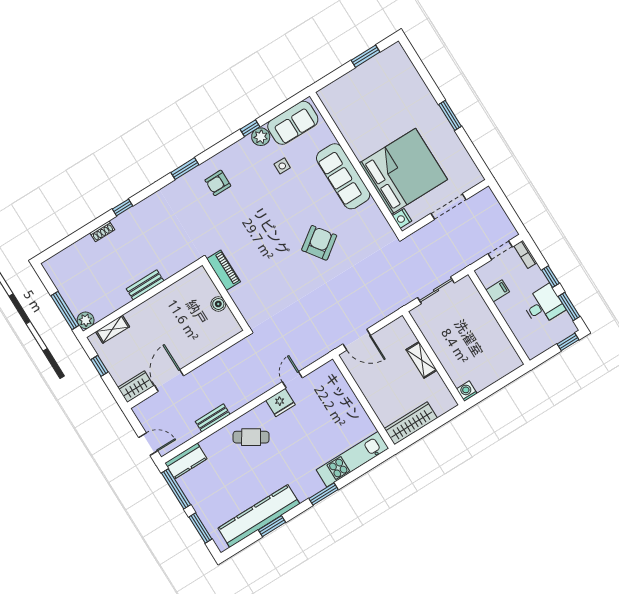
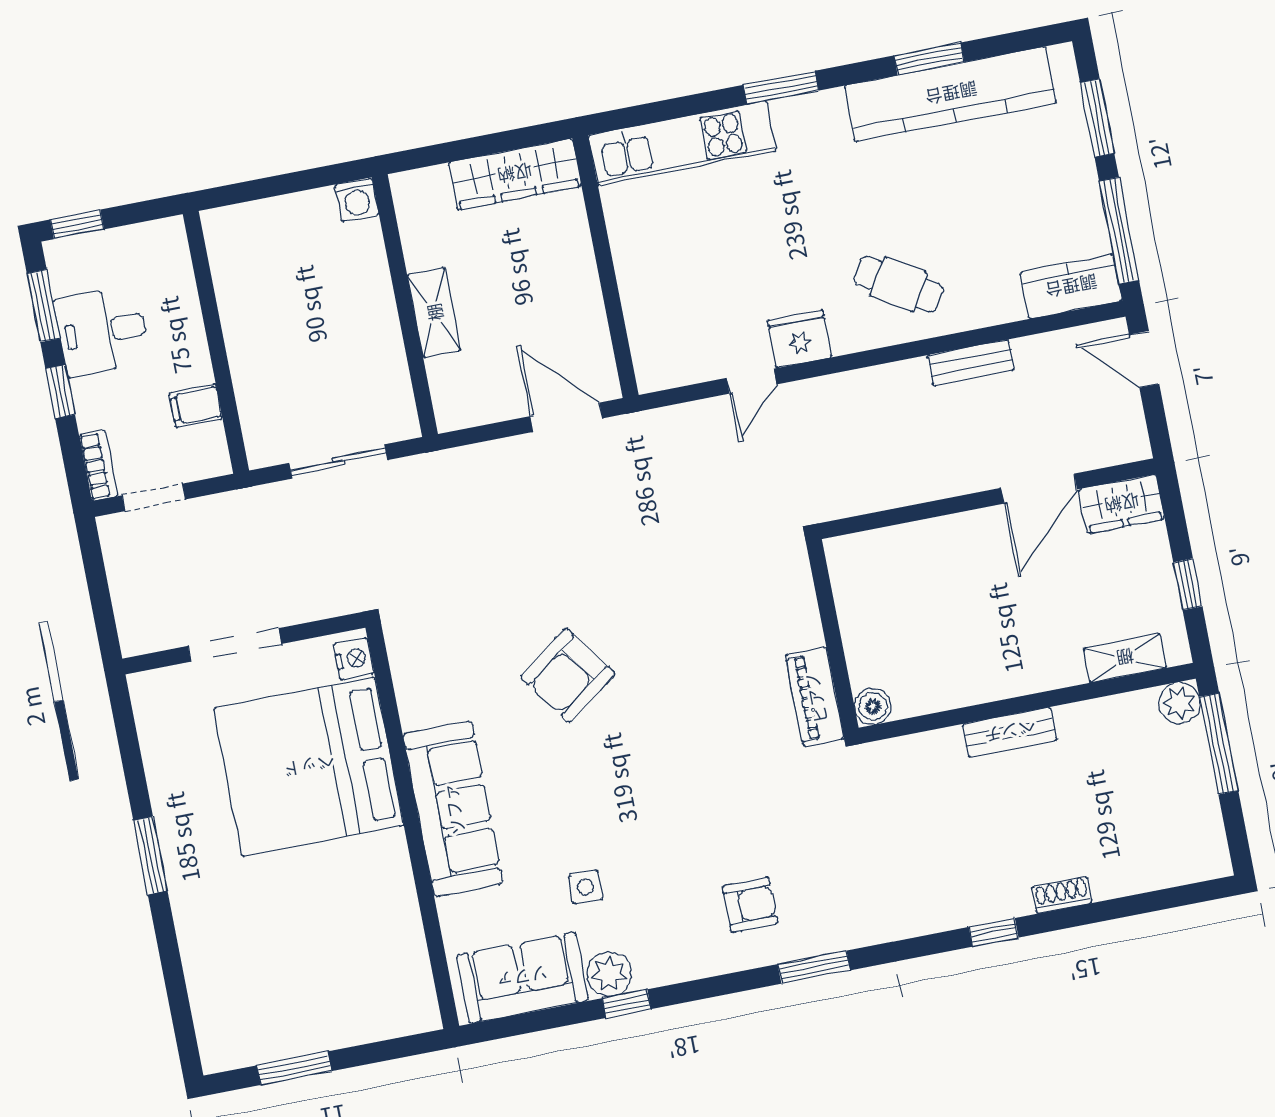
boiler: (218, 304) -> (873, 707), moved

